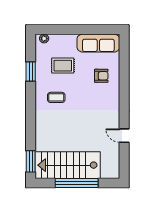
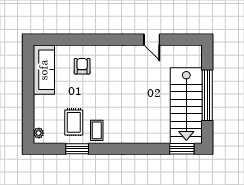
rug: (63, 66) -> (74, 122), moved
coffee table: (56, 97) -> (97, 130), moved
door: (124, 136) -> (152, 40), hinge flipped

